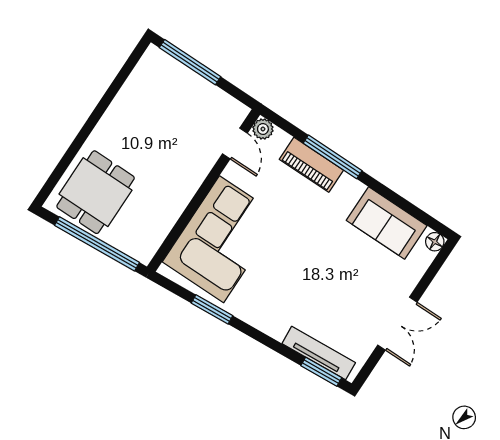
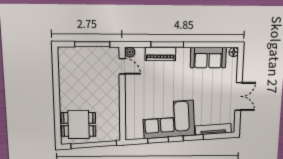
window: (190, 62) -> (92, 44), moved
dining table: (96, 192) -> (78, 125), turned 90
corner sofa: (222, 239) -> (169, 119), moved, turned -94
window: (321, 372) -> (193, 138), moved

